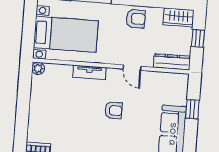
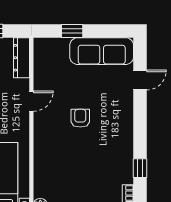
tv unit: (89, 72) -> (40, 148), removed

